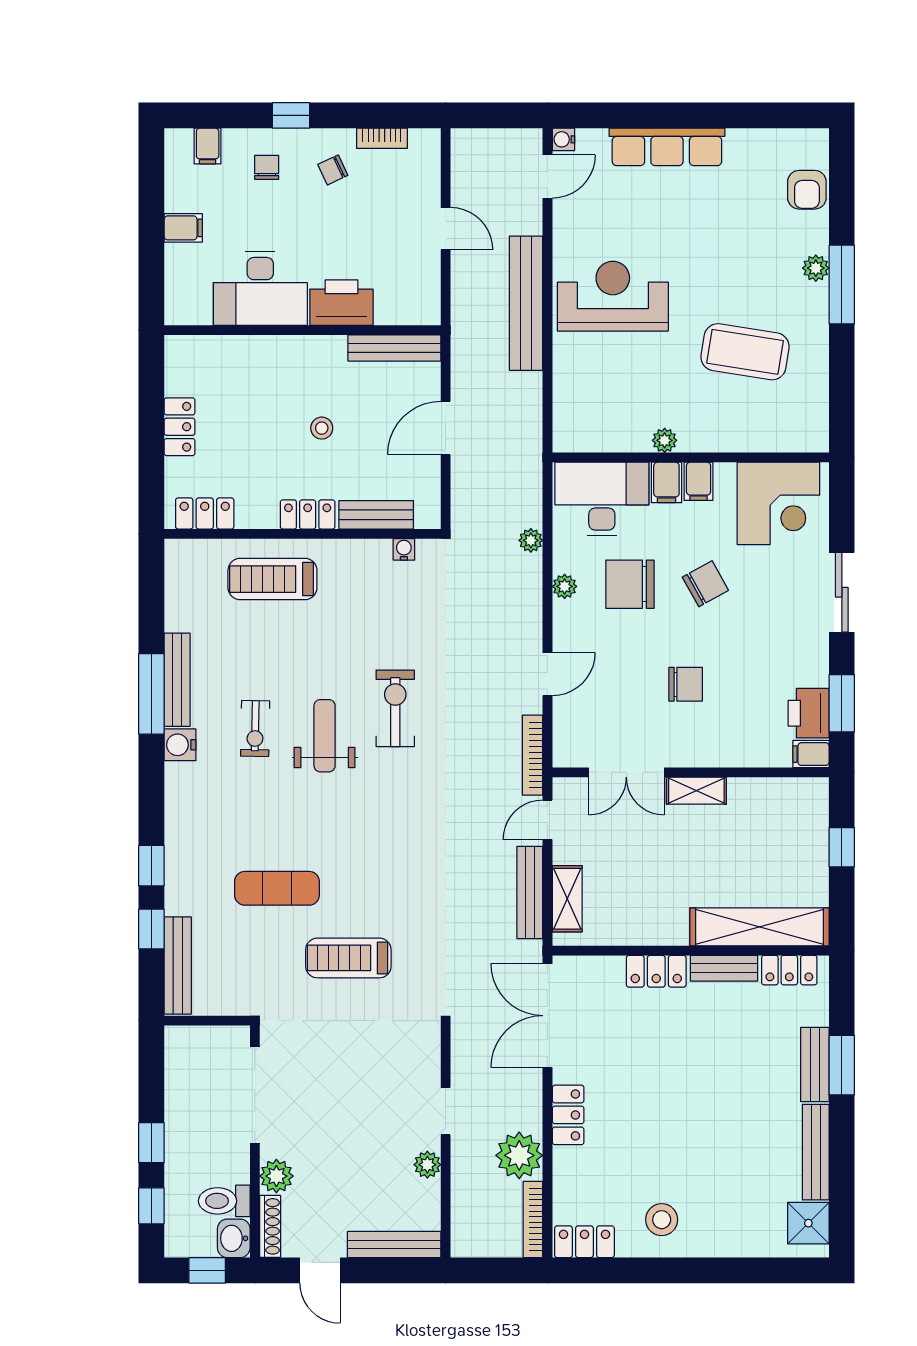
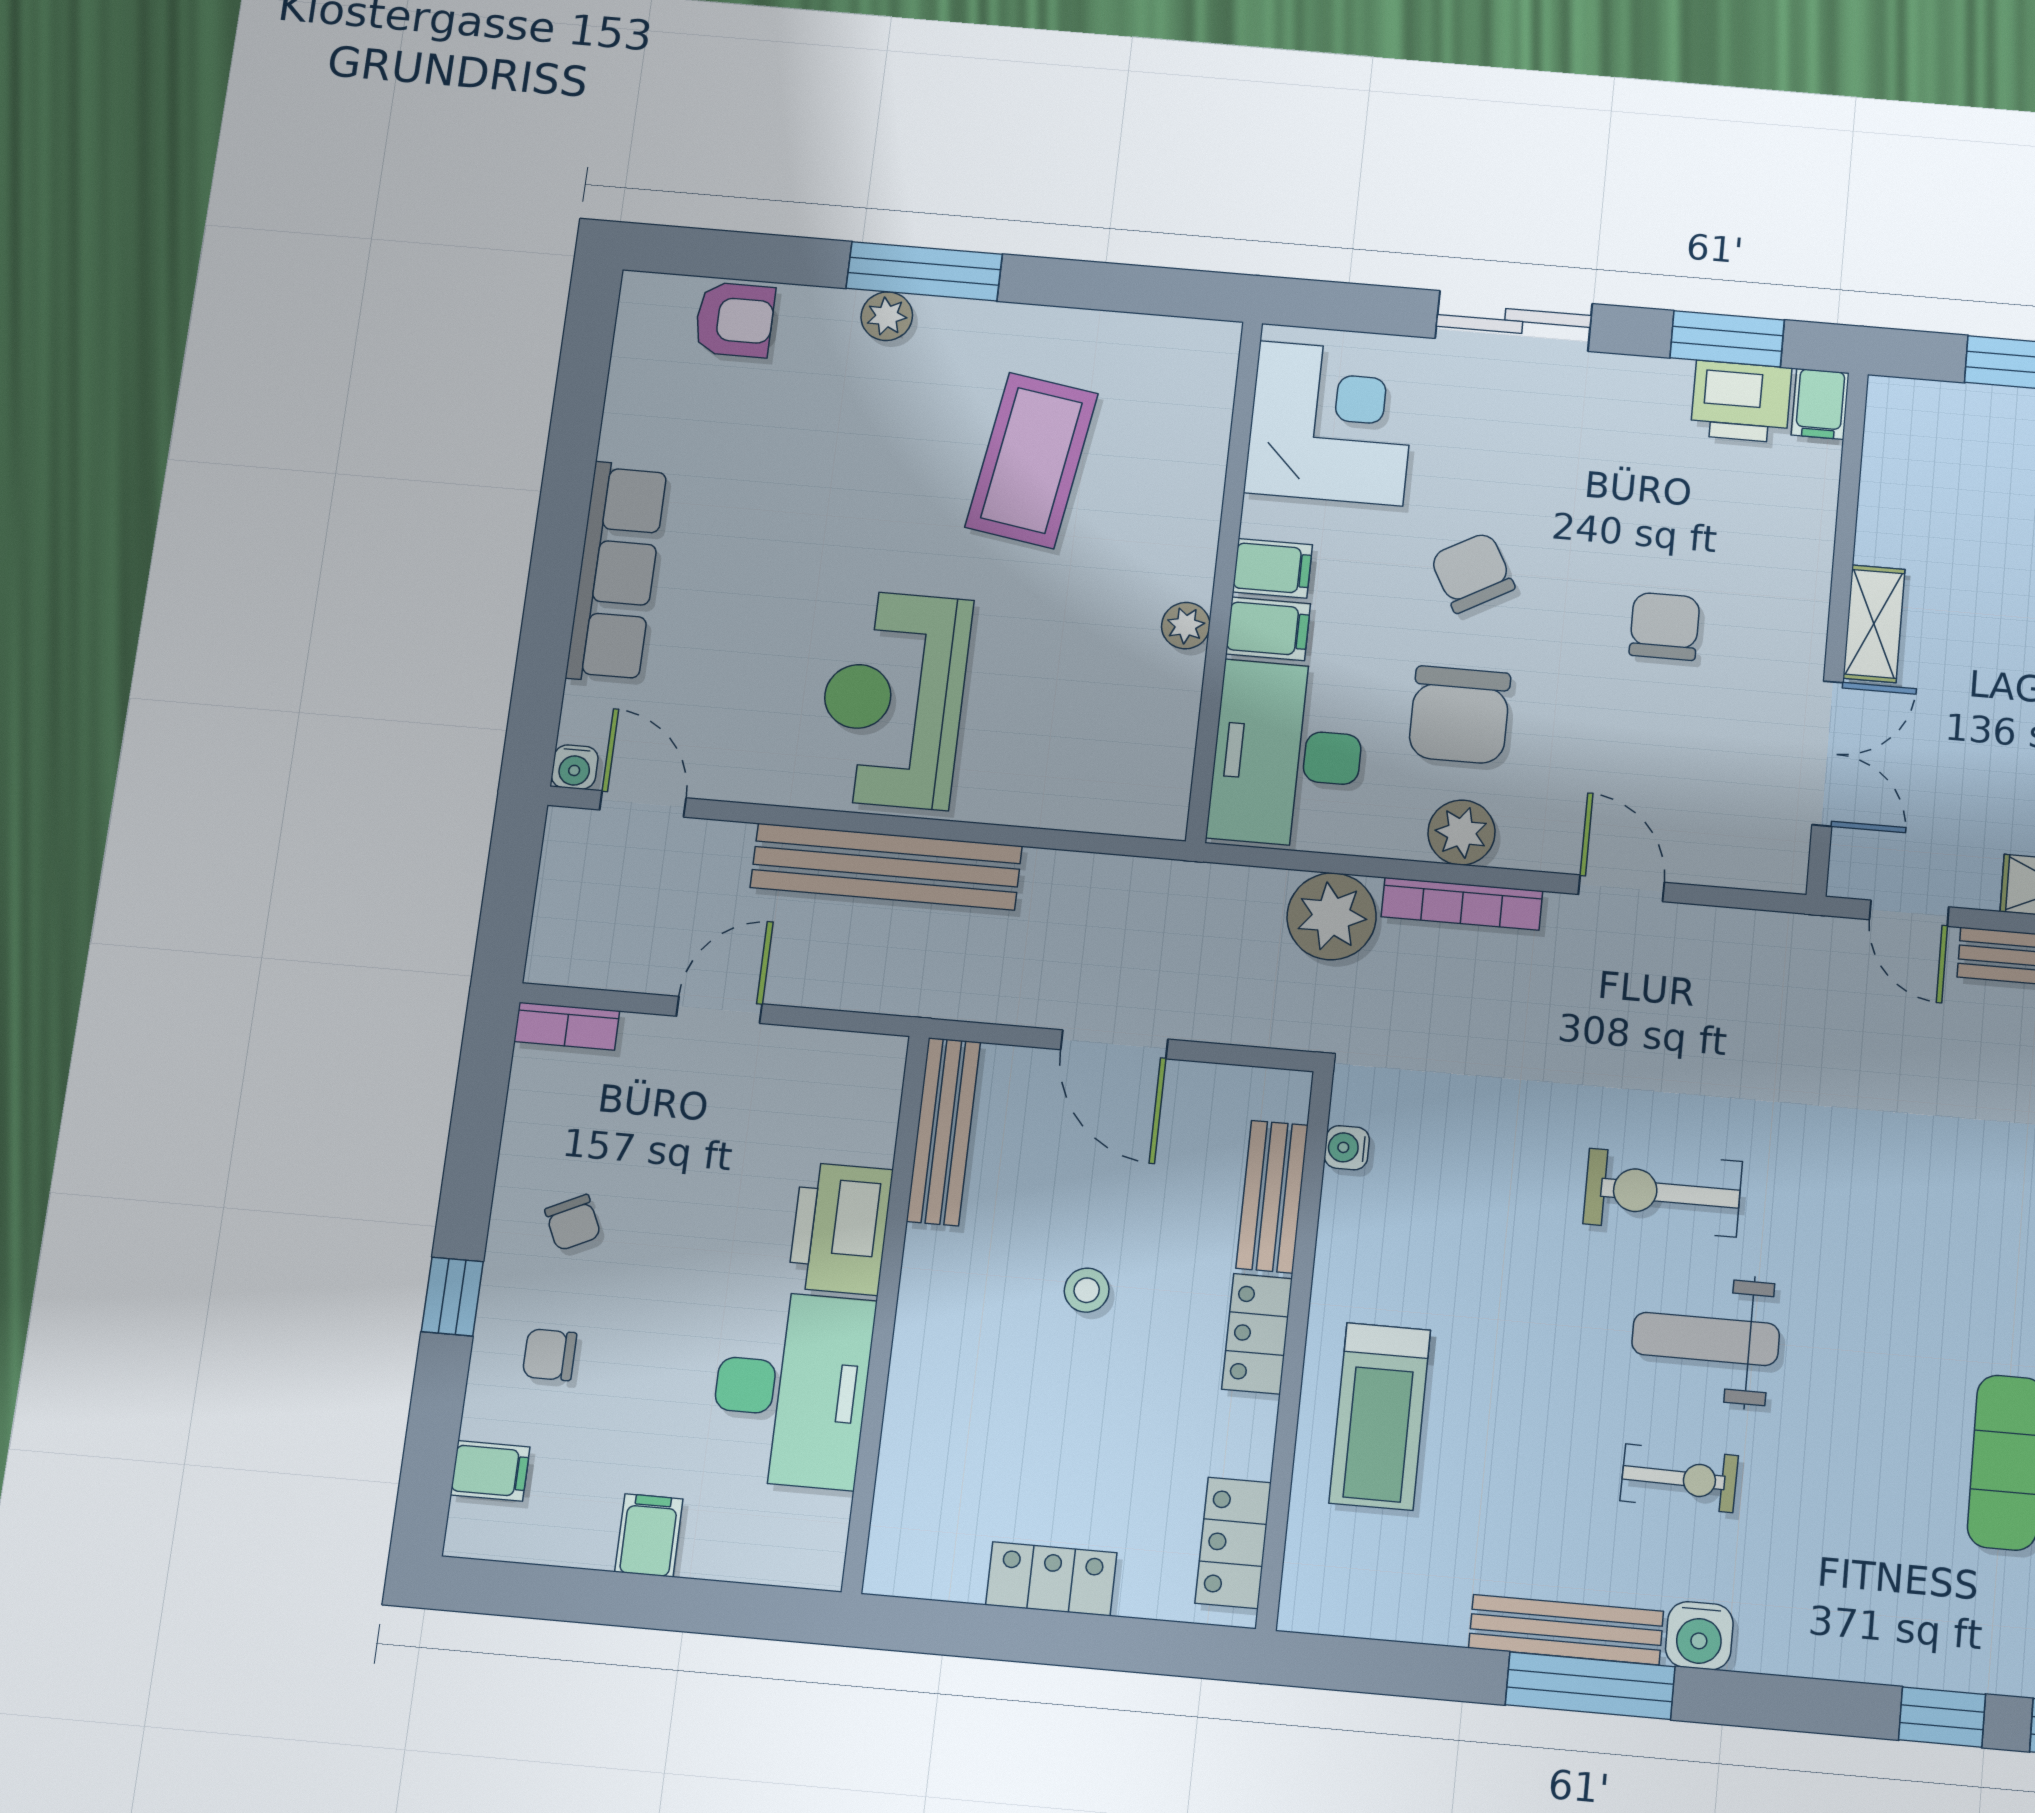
bookcase: (382, 138) -> (567, 1026), moved, turned 90
plant: (531, 540) -> (1332, 916), width x1.88, depth x1.88
plant: (565, 586) -> (1461, 832), width x1.38, depth x1.38
bookcase: (532, 755) -> (1462, 904), moved

